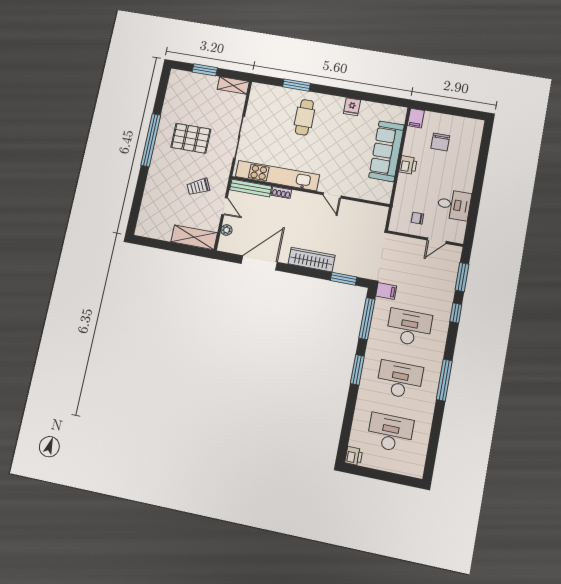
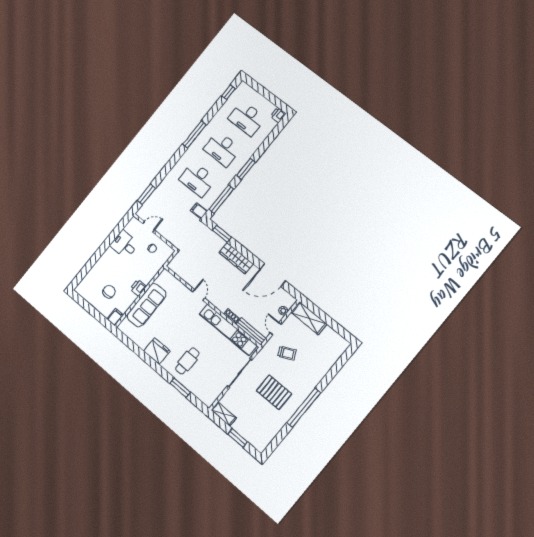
fridge: (352, 107) -> (157, 351), width x1.88, depth x1.34
window: (456, 313) -> (228, 92), moved

